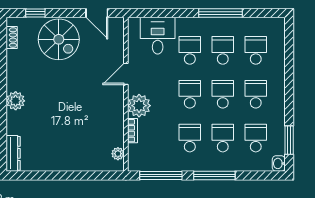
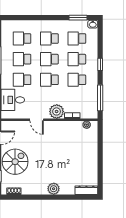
window: (214, 175) -> (100, 64), width x0.46

